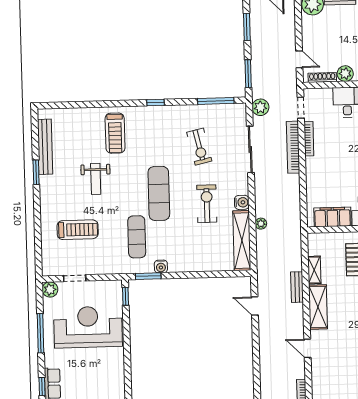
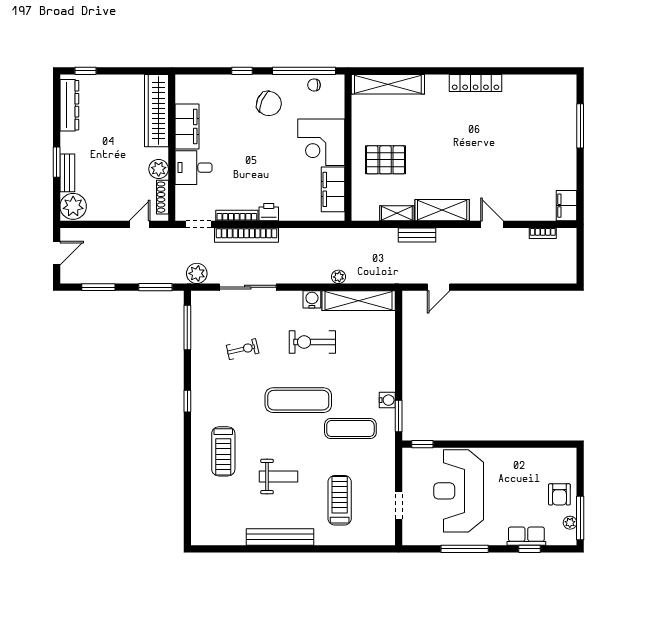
treadmill: (115, 133) -> (223, 451), turned 90
bench: (45, 147) -> (280, 537), moved
exercise bike: (199, 147) -> (243, 349), width x0.73, depth x0.72
printer: (312, 165) -> (269, 212), added
window: (36, 172) -> (268, 549), removed
plant: (50, 289) -> (412, 536), removed
door: (307, 348) -> (492, 224), swing flipped

